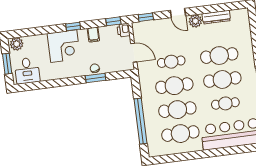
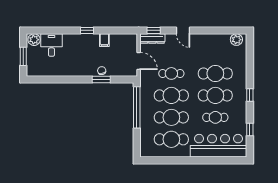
dresser: (216, 17) -> (152, 38), moved
window: (113, 21) -> (124, 30), removed
plant: (195, 21) -> (236, 40), moved
printer: (124, 30) -> (132, 40), removed
corner desk: (64, 46) -> (76, 47), removed
desk: (27, 71) -> (51, 45), moved, turned 180
window: (140, 121) -> (137, 107), moved

